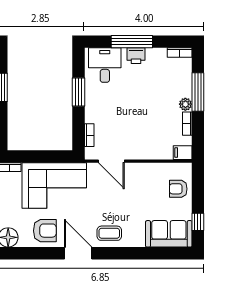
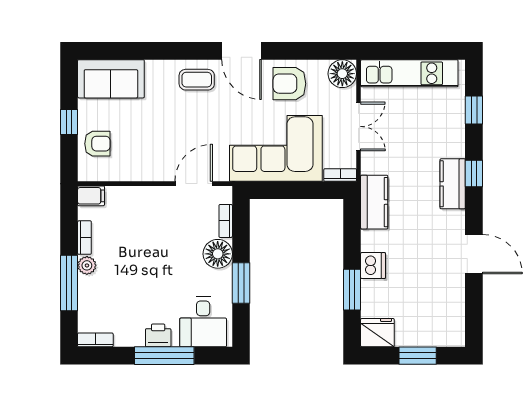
floor lamp: (95, 112) -> (218, 254), added
door: (111, 161) -> (194, 184), hinge flipped
window: (198, 222) -> (69, 122), moved

